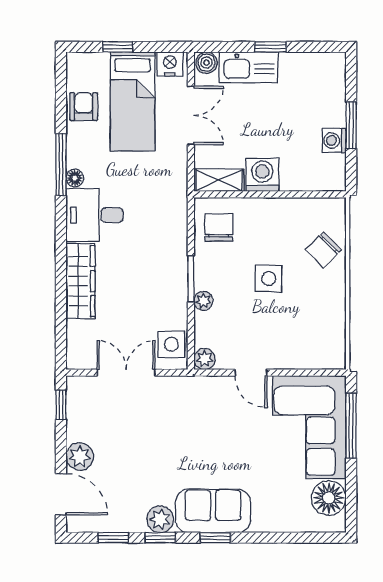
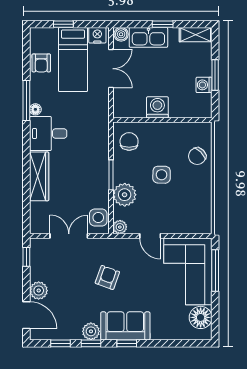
armchair: (84, 107) -> (41, 63), turned 180
shelving: (219, 180) -> (196, 35), moved
plant: (203, 301) -> (125, 195), width x1.88, depth x1.88
armchair: (185, 436) -> (107, 277), added

